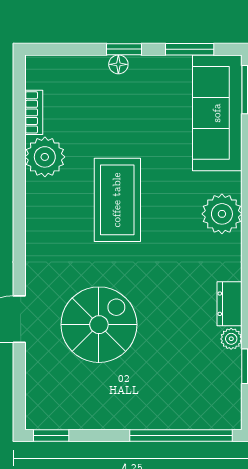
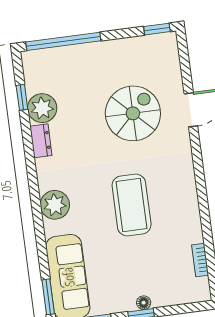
plant: (45, 157) -> (188, 229), removed
spiral stairs: (99, 325) -> (133, 113), turned 180
plant: (231, 339) -> (42, 108), width x1.87, depth x1.87

